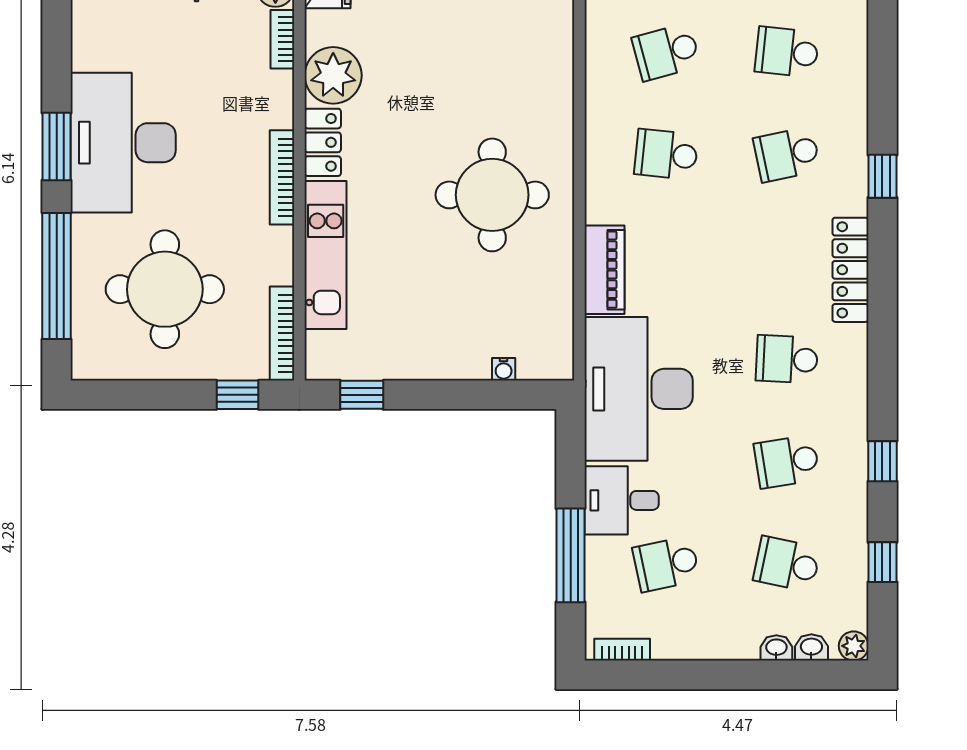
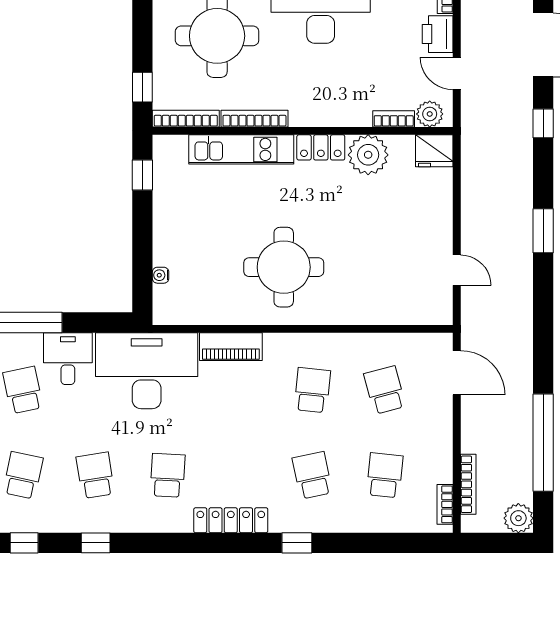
bookcase: (282, 177) -> (254, 119), moved

